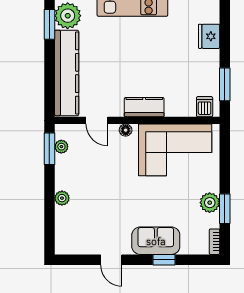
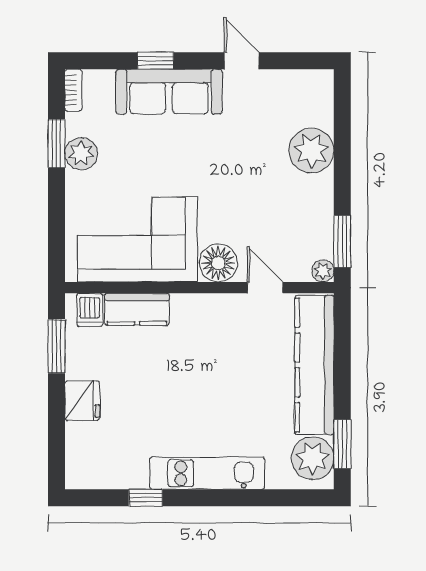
fridge: (209, 36) -> (82, 401), moved
kitchen counter: (144, 107) -> (137, 309), moved
floor lamp: (126, 130) -> (218, 263), width x1.89, depth x1.89
plant: (61, 147) -> (323, 271), moved
plant: (62, 198) -> (311, 151), width x1.87, depth x1.87
sofa: (156, 241) -> (169, 92), width x1.36

